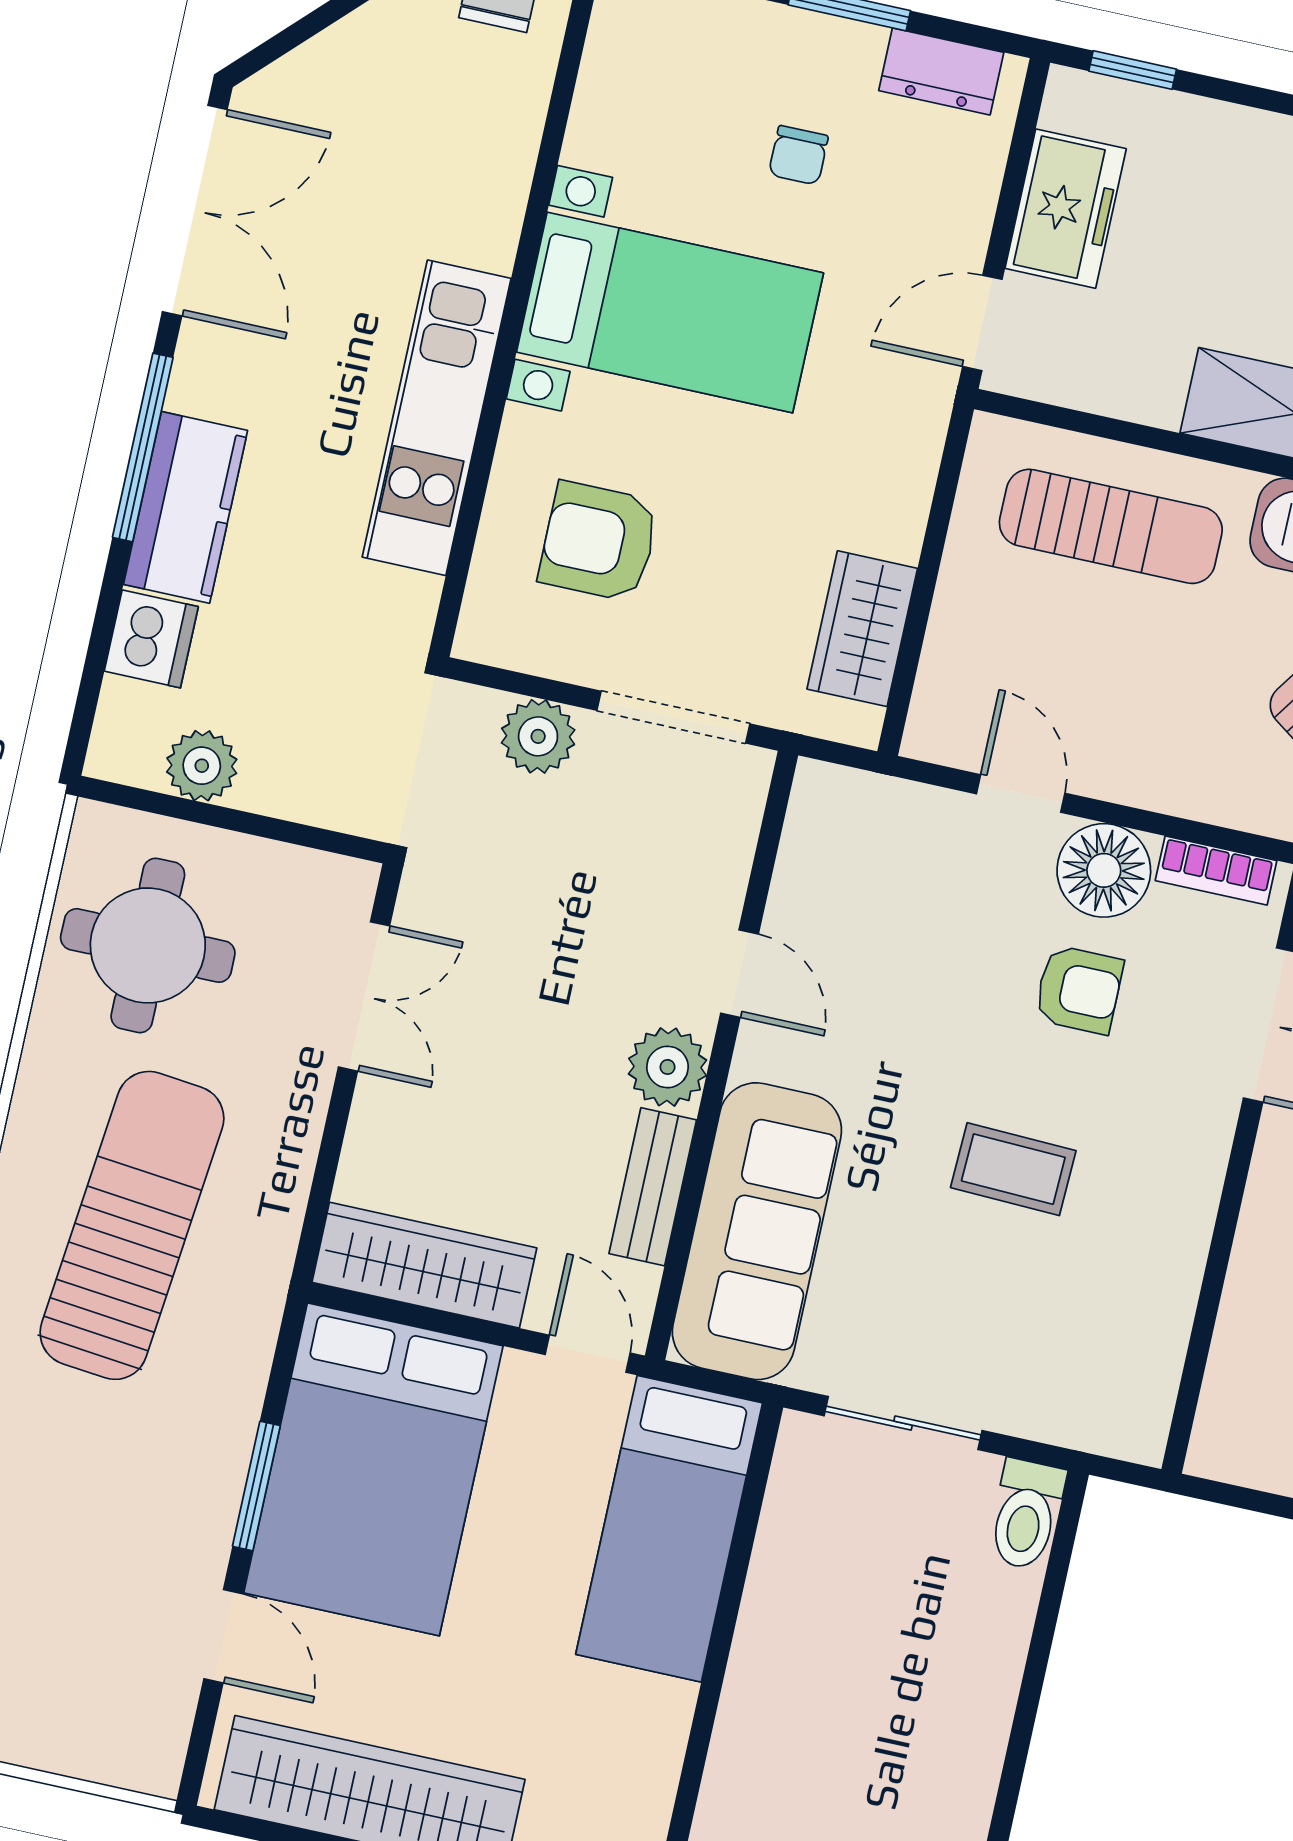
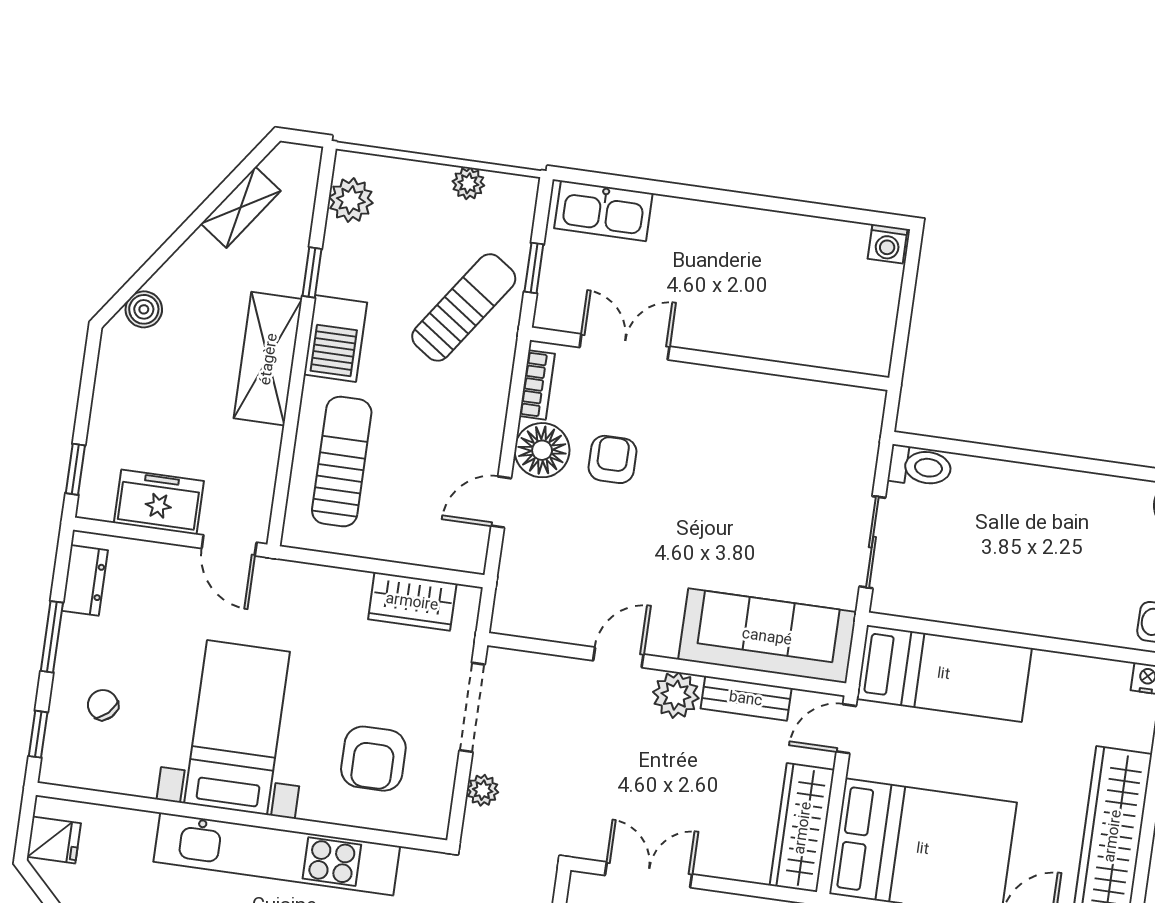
chair: (798, 155) -> (103, 705), moved, turned -134
kitchen unit: (437, 418) -> (277, 854), width x1.36
plant: (538, 736) -> (483, 790), width x0.73, depth x0.73
coffee table: (1013, 1169) -> (720, 489), removed

